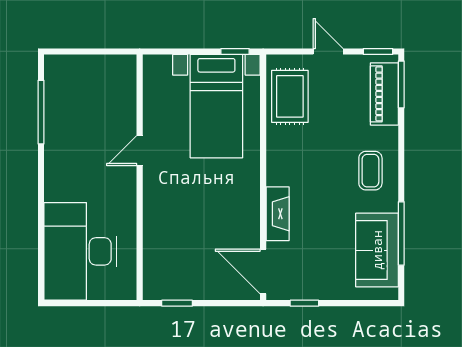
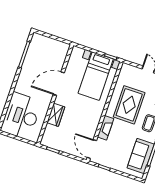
rug: (290, 96) -> (129, 105), moved, width x1.36, depth x1.43
door: (140, 151) -> (59, 84), width x1.87
wardrobe: (157, 222) -> (56, 115), added

